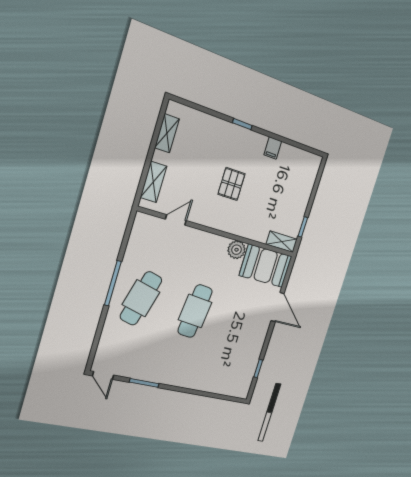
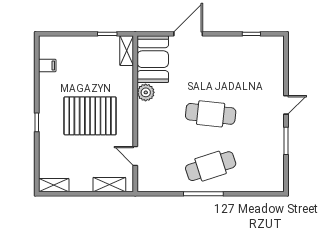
shelving: (167, 133) -> (54, 185), moved
filing cabinet: (273, 148) -> (47, 65), moved
pallet: (231, 184) -> (90, 116), width x2.05, depth x2.00
cafe table: (141, 298) -> (211, 166), turned -33
door: (103, 375) -> (286, 105), moved

